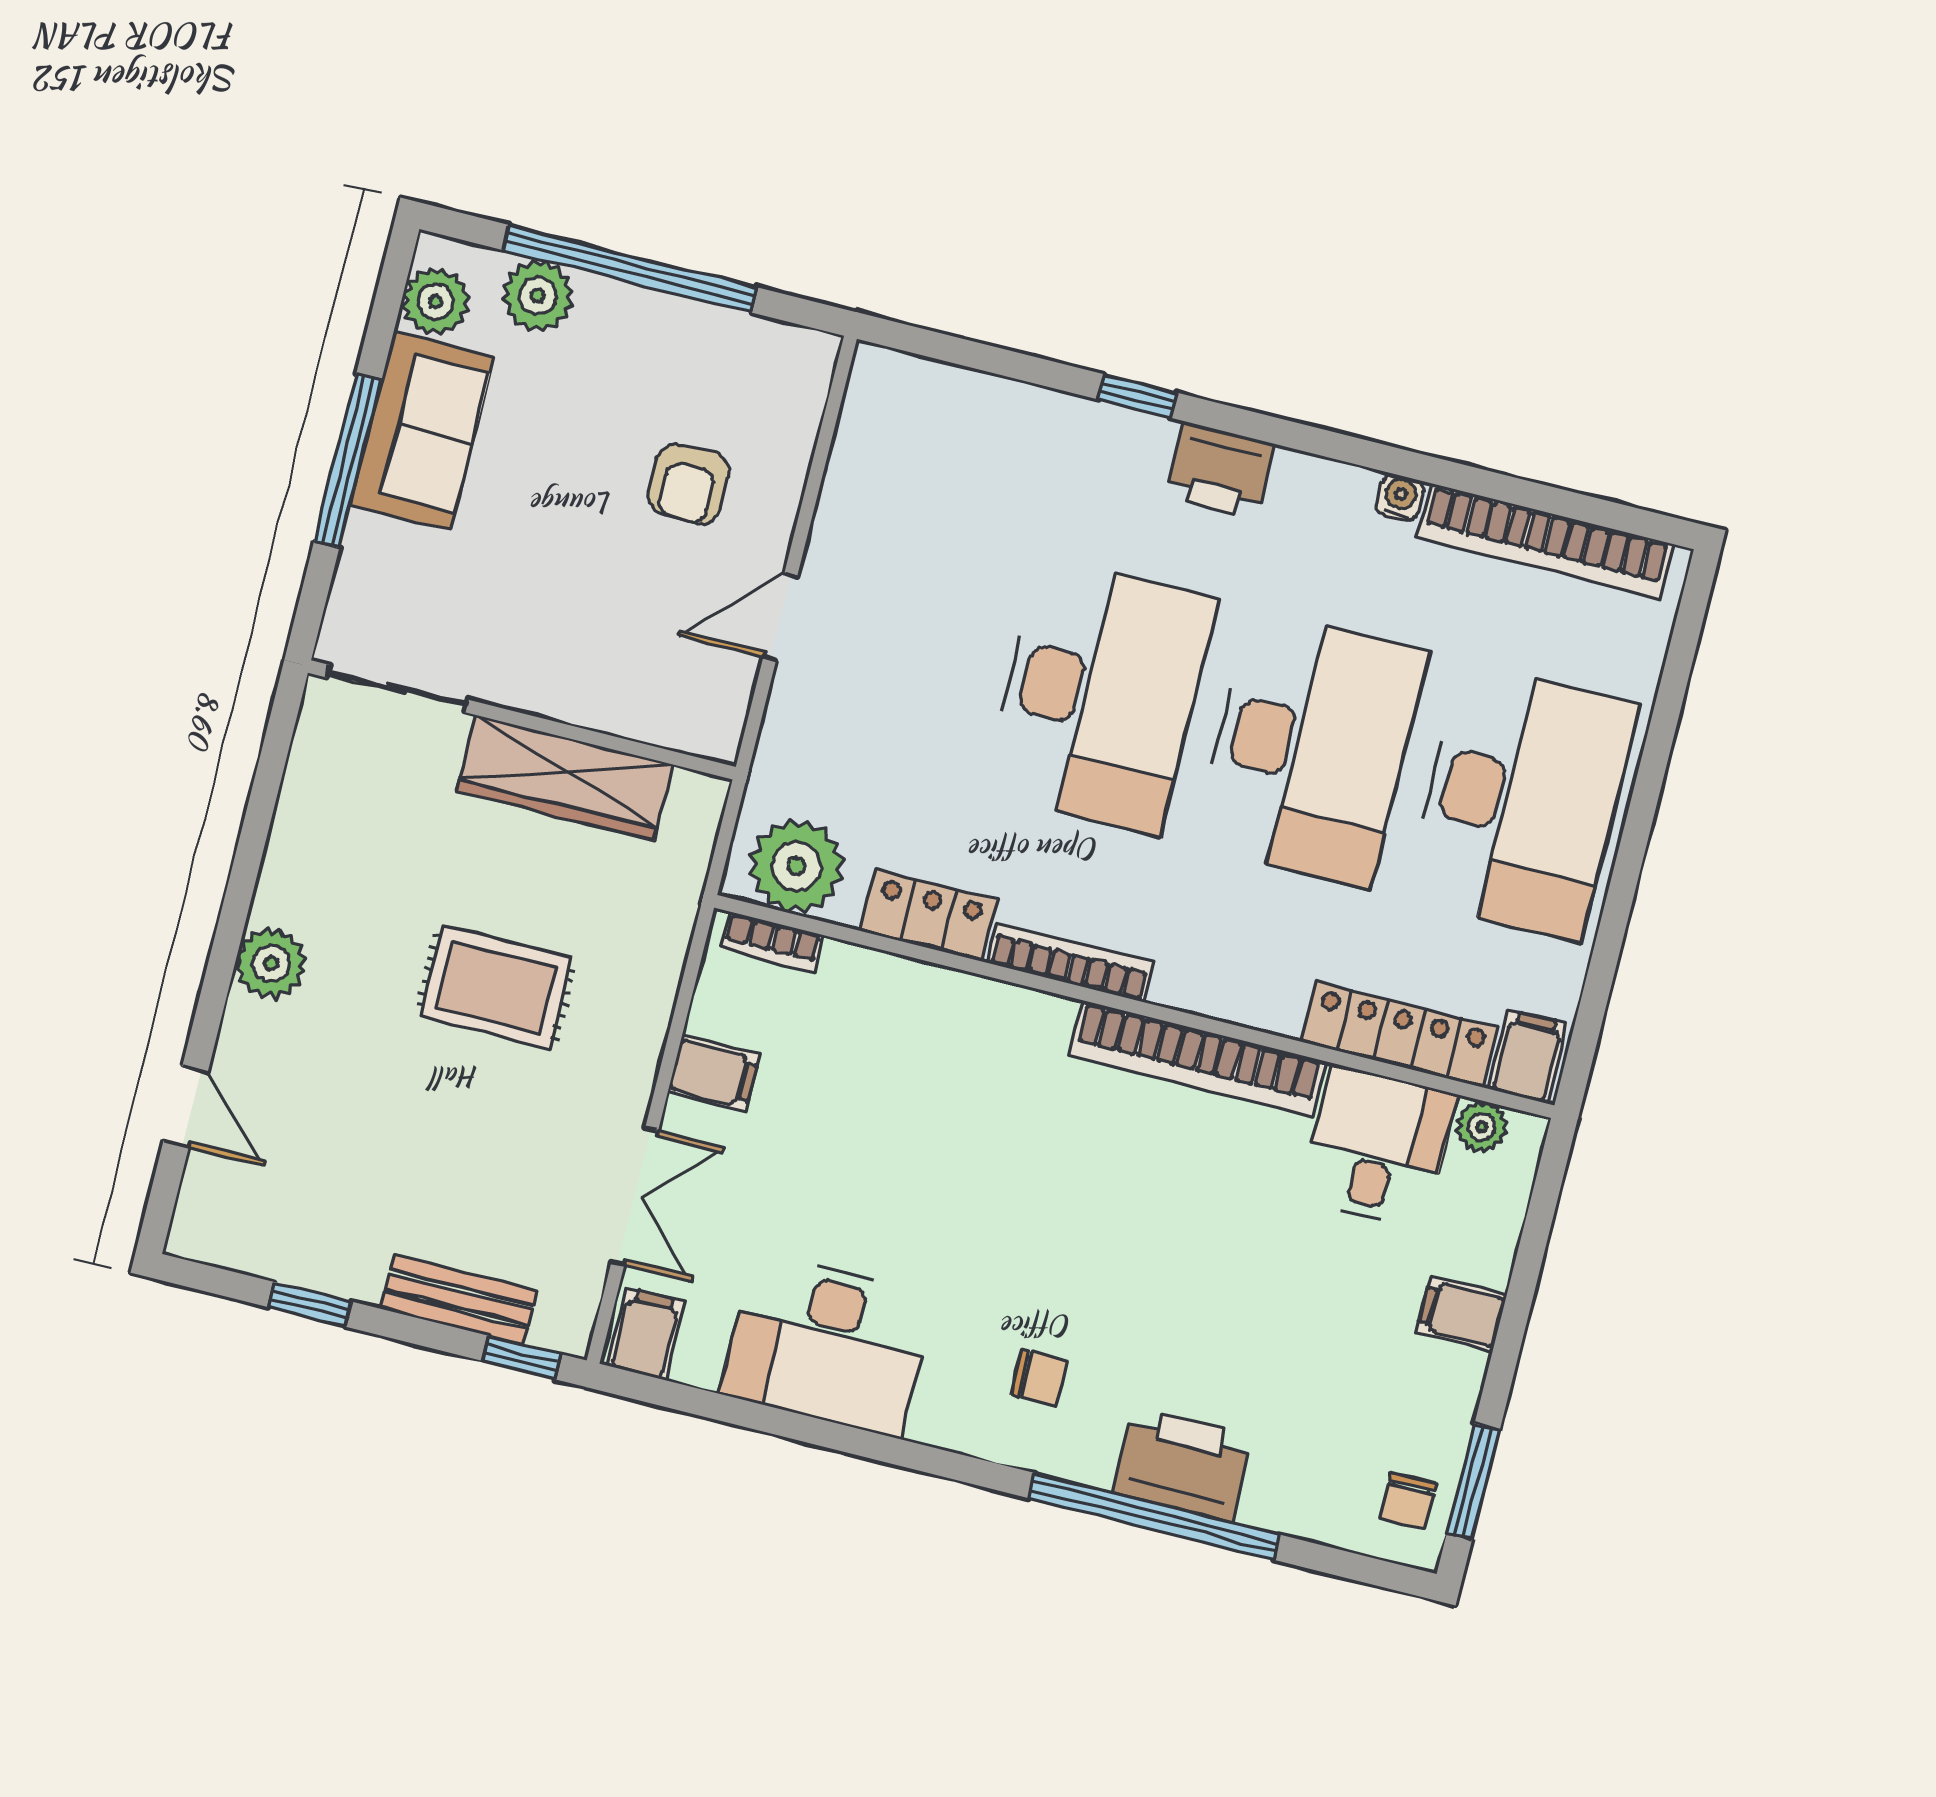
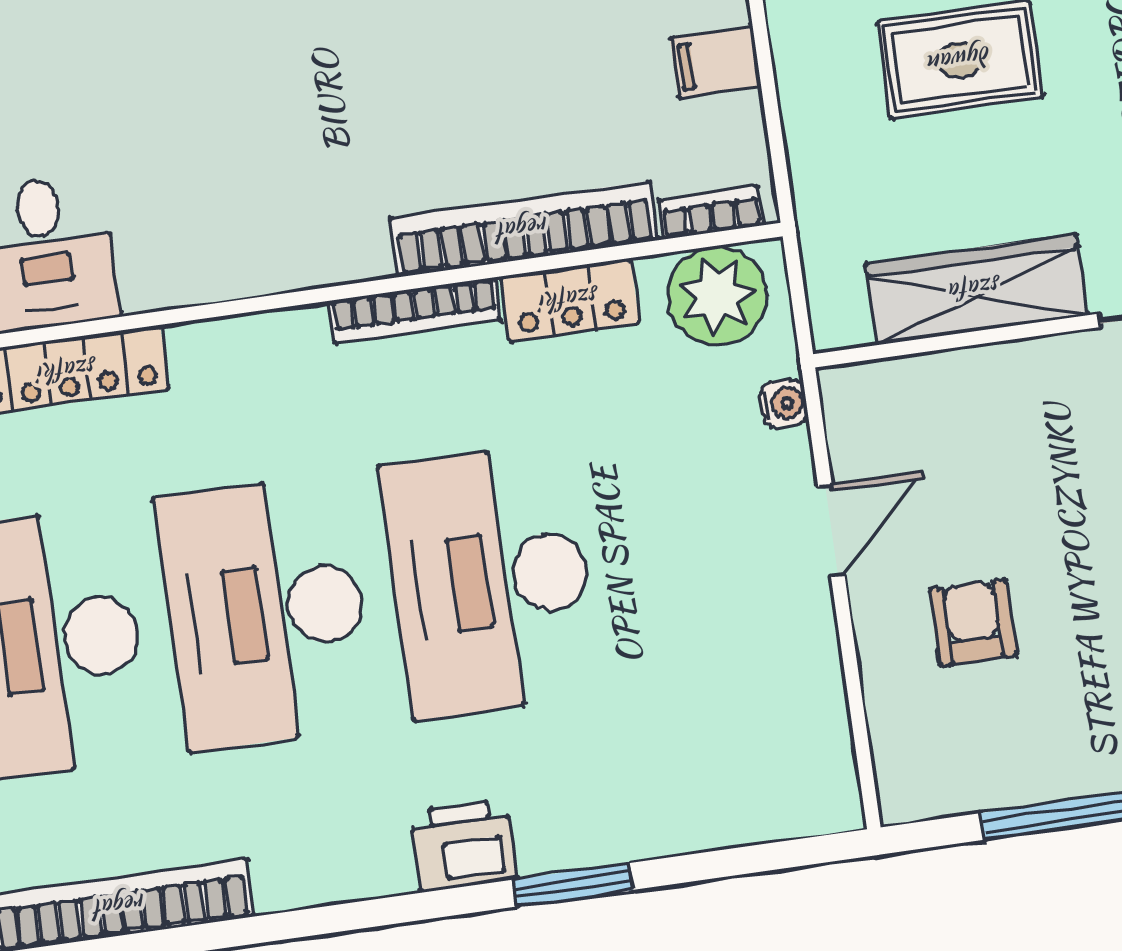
window: (1137, 396) -> (573, 885), width x1.50
water cooler: (1400, 497) -> (784, 403), moved, turned -90
bookcase: (1197, 1059) -> (524, 229), moved

